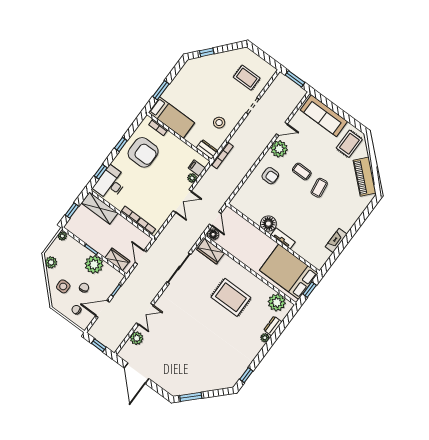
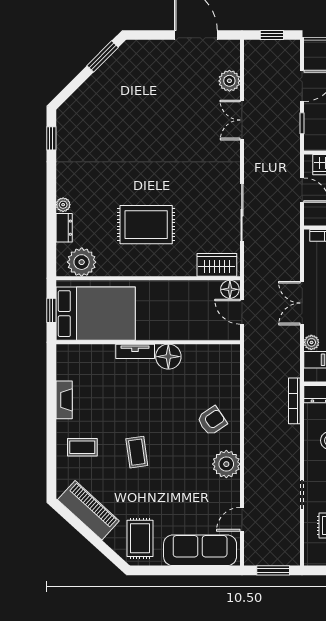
door: (282, 129) -> (242, 519), moved
coffee table: (302, 172) -> (82, 447), moved
armchair: (270, 176) -> (212, 421), turned 146

